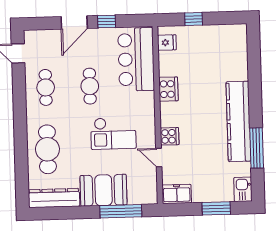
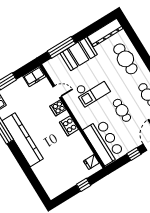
cooker: (168, 89) -> (69, 126), moved
checkout: (113, 133) -> (92, 90), turned 180

